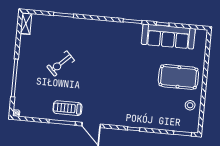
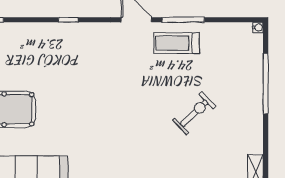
treadmill: (67, 108) -> (177, 43), turned 180

